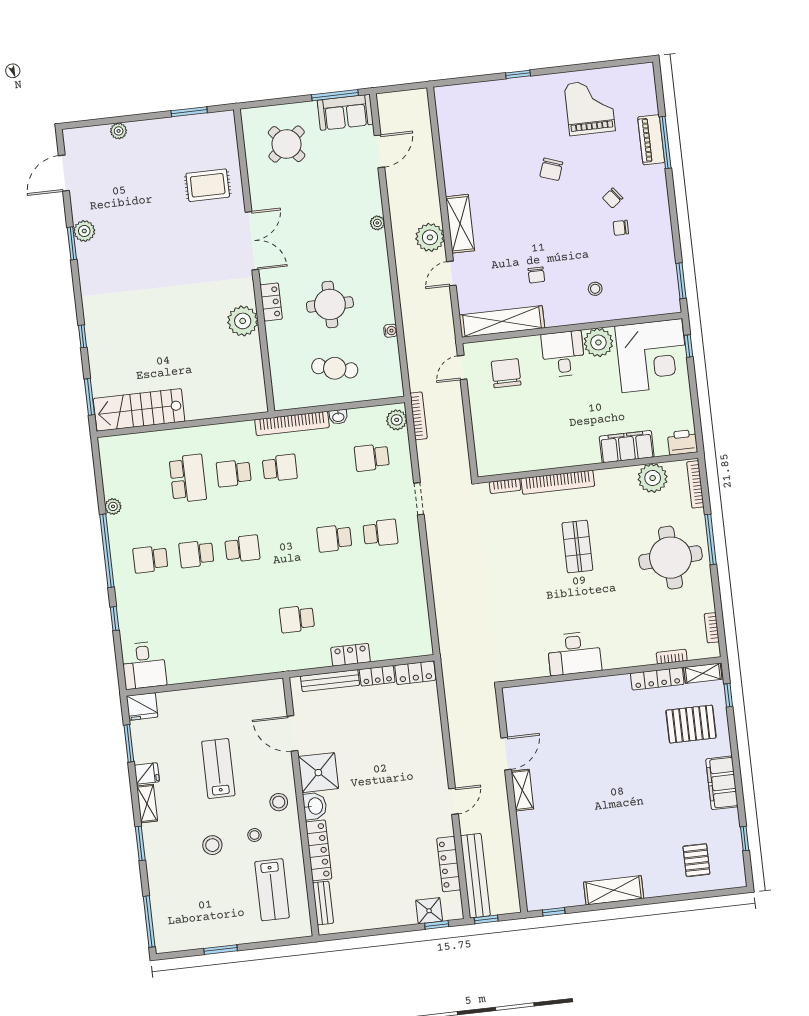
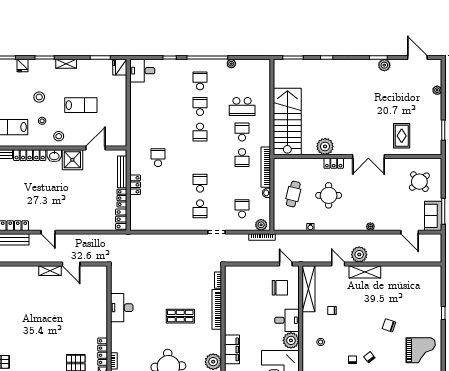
stairs: (139, 410) -> (287, 121), moved, width x1.36, depth x1.51
fridge: (147, 773) -> (23, 66), moved

